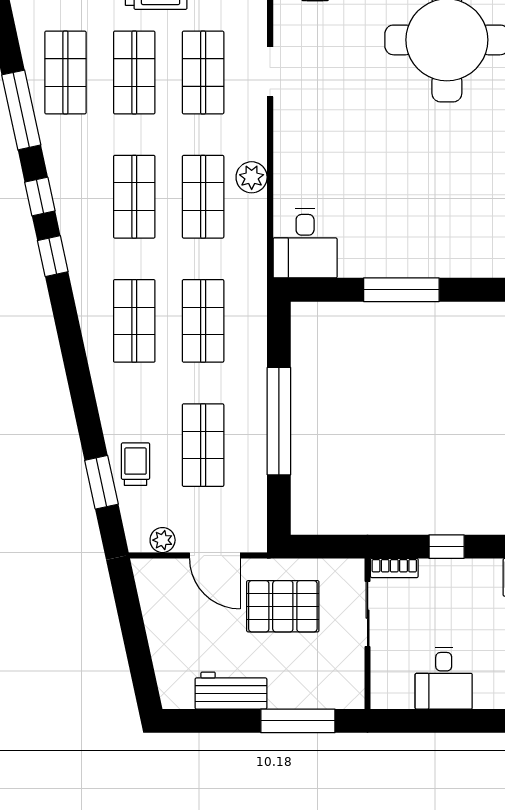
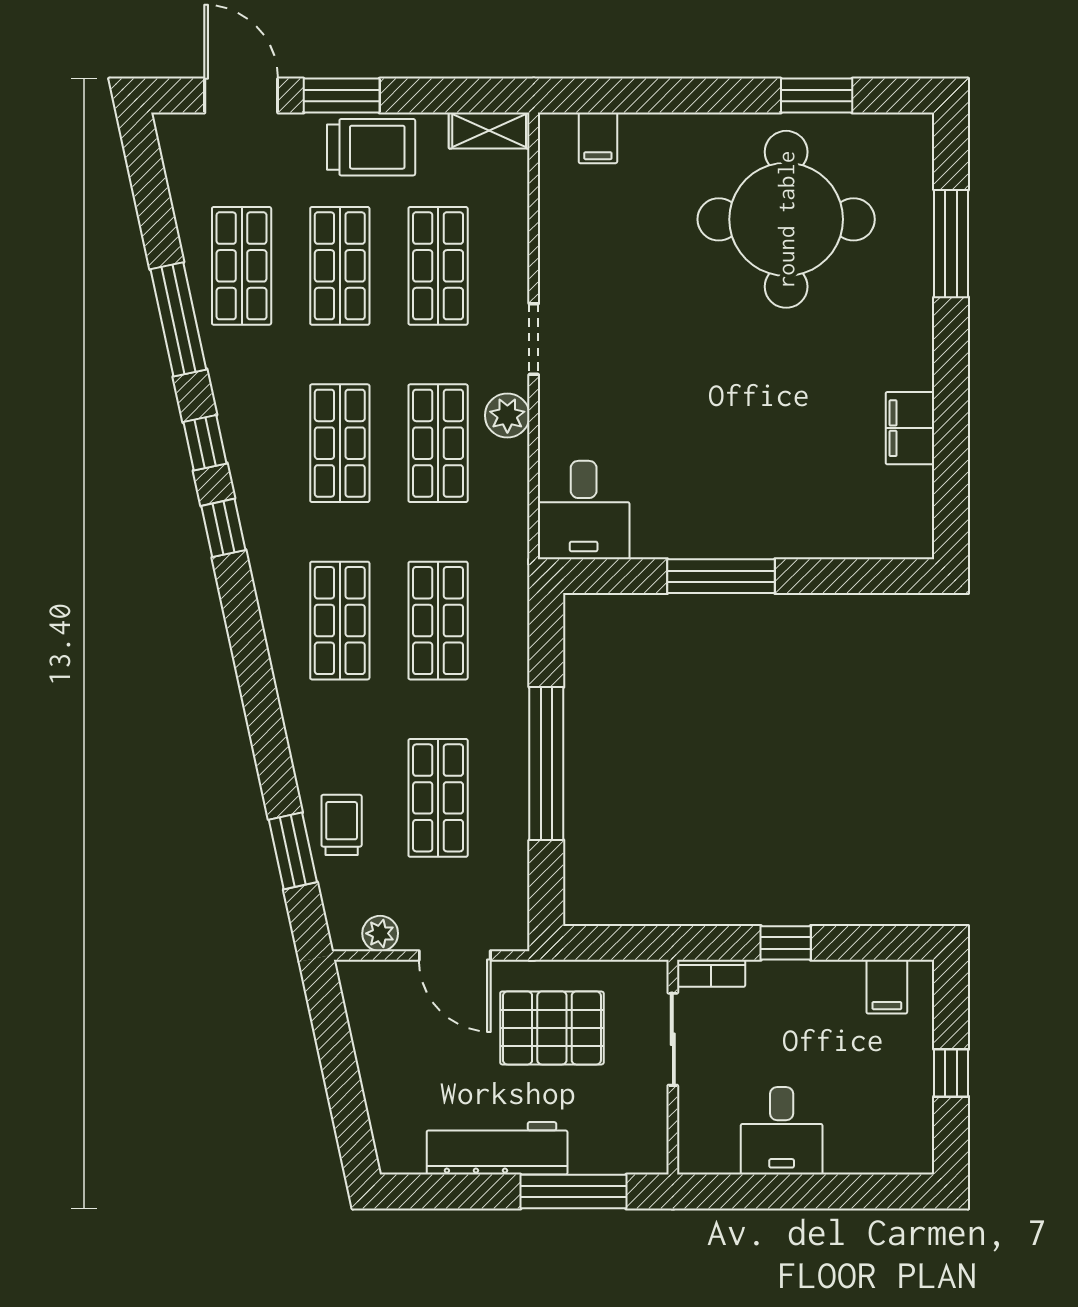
doorway: (270, 72) -> (534, 339), moved
workbench: (231, 691) -> (497, 1148), width x1.38

